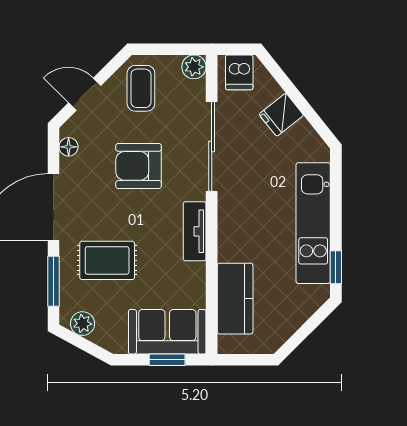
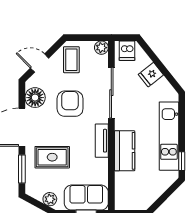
floor lamp: (69, 147) -> (35, 98), width x1.89, depth x1.89
armchair: (139, 166) -> (70, 104), turned 90
kitchen counter: (235, 299) -> (125, 151), moved
plant: (83, 324) -> (50, 199), moved

